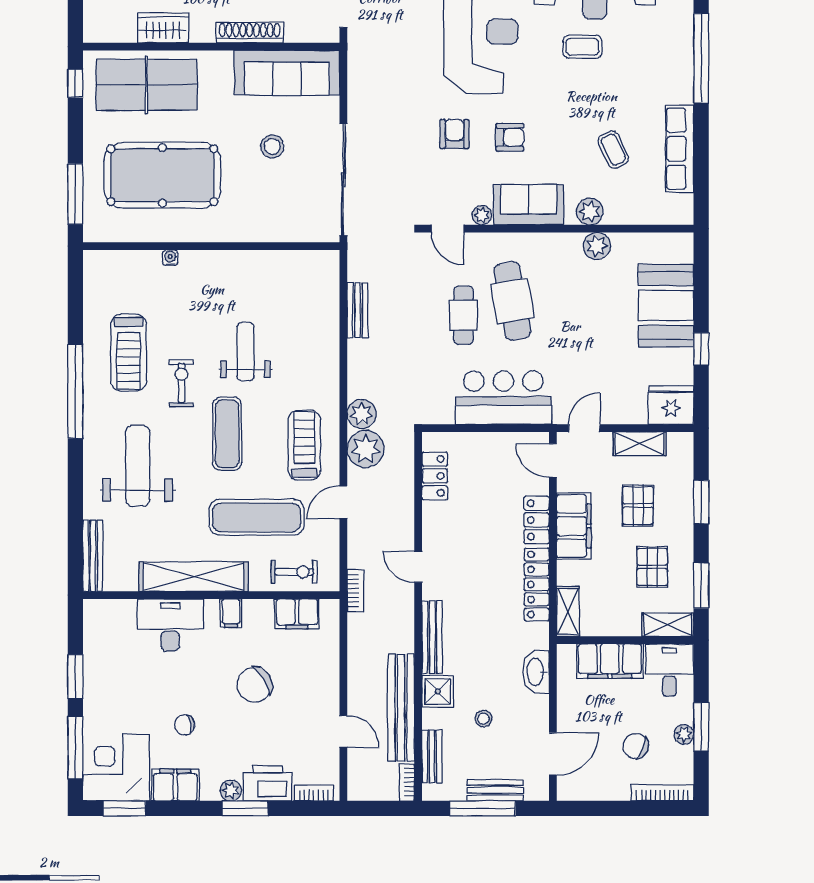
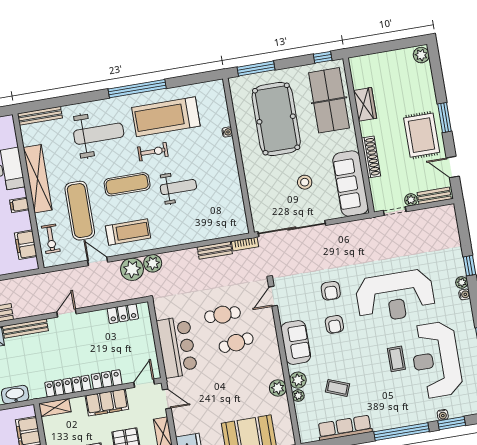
armchair: (454, 134) -> (331, 291), turned 91
coffee table: (613, 150) -> (337, 388), turned 47
plant: (482, 215) -> (298, 396), moved
cafe table: (512, 301) -> (236, 343), width x0.73, depth x0.74
treadmill: (129, 353) -> (166, 117), width x1.37, depth x1.38
bookcase: (356, 591) -> (245, 244), moved

